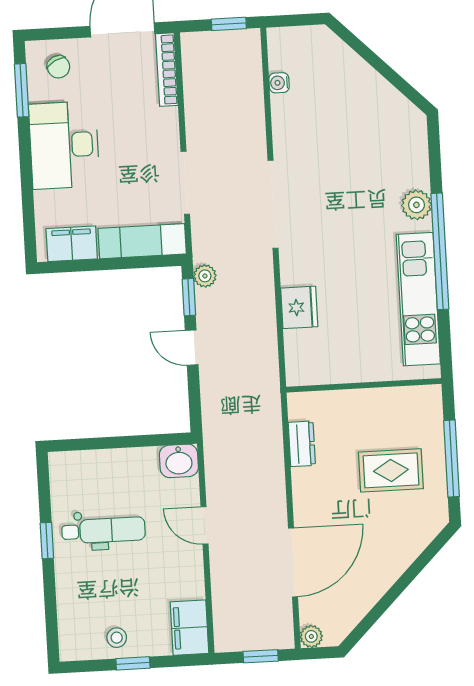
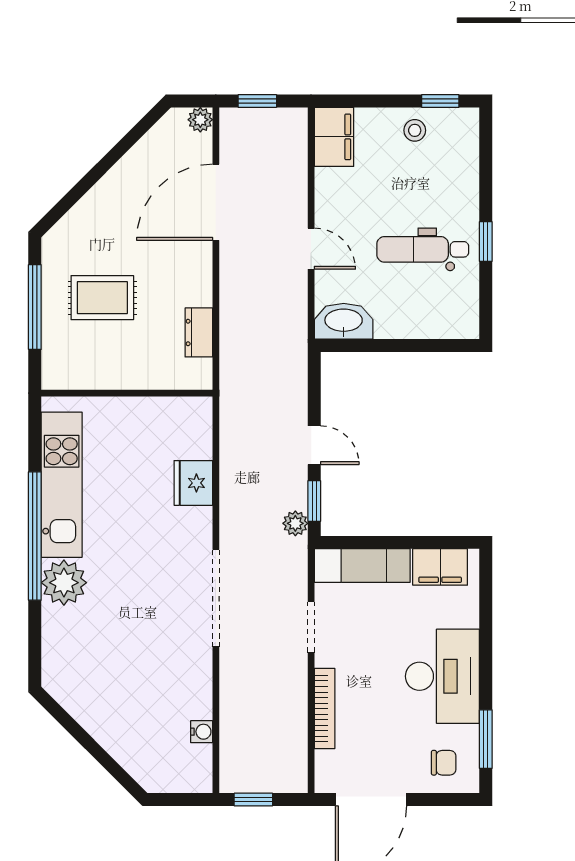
chair: (58, 67) -> (444, 763), turned 117
bookcase: (167, 70) -> (325, 709), moved
doorway: (185, 183) -> (311, 627), width x0.73
plant: (416, 205) -> (64, 583), width x1.36, depth x1.36
washbasin: (179, 461) -> (344, 321), width x1.38
window: (133, 663) -> (440, 101), moved

